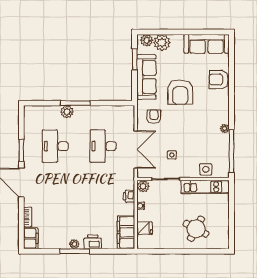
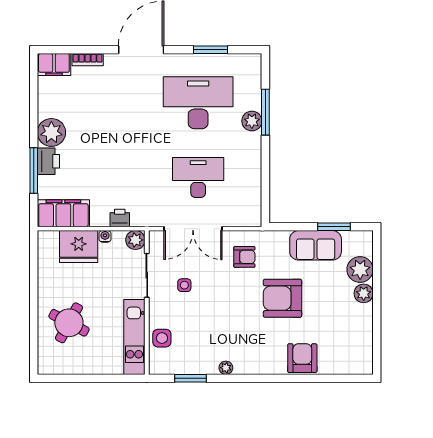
plant: (147, 40) -> (364, 293), moved
sofa: (207, 44) -> (358, 339), removed
sofa: (146, 77) -> (316, 245), width x0.73
window: (75, 103) -> (265, 112), moved
desk: (55, 146) -> (198, 103), width x1.36, depth x1.30
window: (21, 150) -> (210, 50), moved
window: (231, 151) -> (190, 378), width x0.47
fridge: (145, 228) -> (79, 246), width x1.88, depth x1.34
plant: (74, 244) -> (51, 132), width x1.88, depth x1.88
window: (75, 251) -> (34, 171), moved

